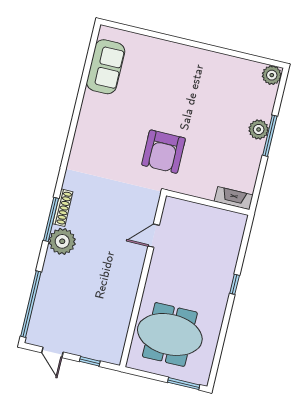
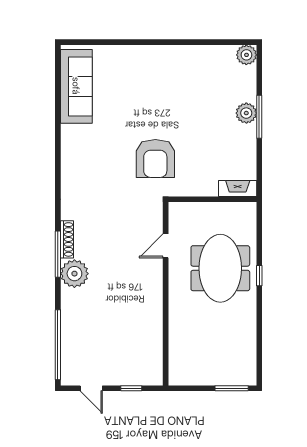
sofa: (106, 67) -> (76, 86), width x1.36
meeting table: (170, 334) -> (220, 268), moved, turned 90

